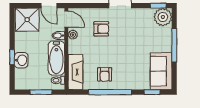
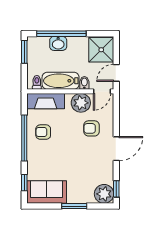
armchair: (101, 29) -> (92, 128), turned 90
plant: (73, 35) -> (81, 103), width x1.87, depth x1.87
window: (174, 45) -> (74, 206), width x0.69
window: (12, 57) -> (61, 34), width x3.17
window: (41, 92) -> (24, 52), moved

